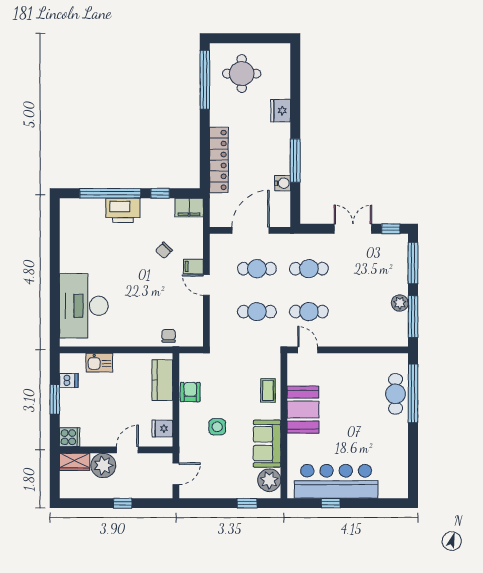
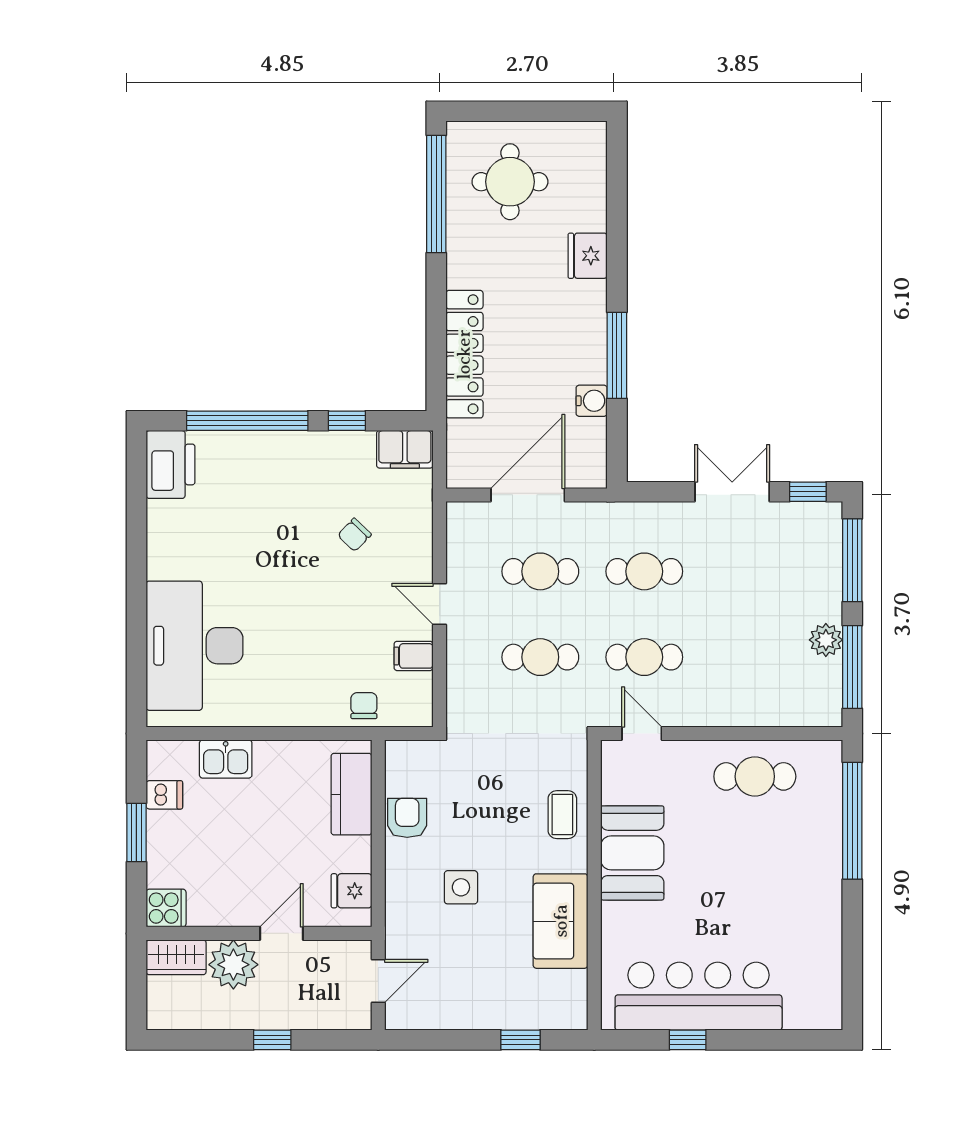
printer: (123, 210) -> (171, 464), moved, turned -90
filing cabinet: (193, 266) -> (414, 656), moved
cafe table: (396, 394) -> (755, 776), moved, turned 90
plant: (269, 480) -> (565, 994), removed

